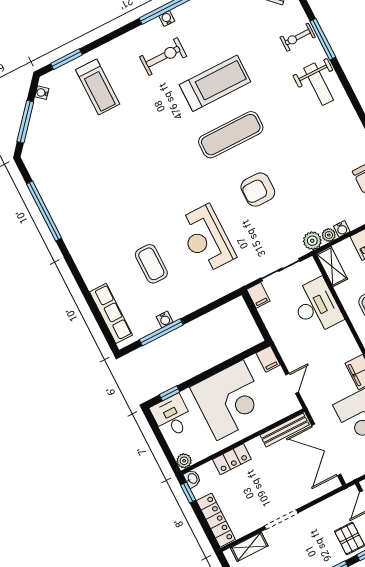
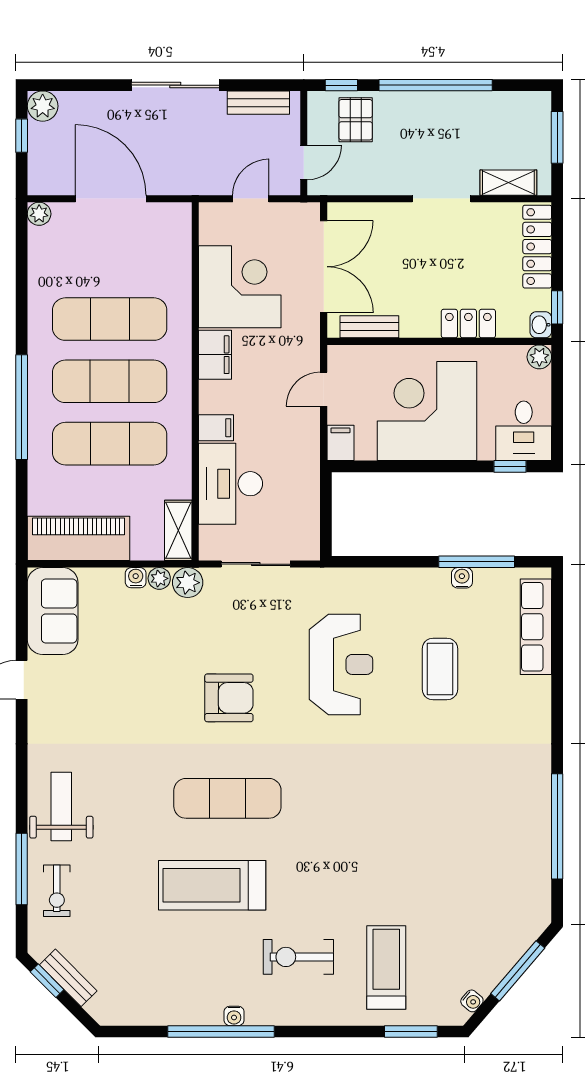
exercise bike: (298, 37) -> (57, 891), turned 90
exercise bike: (163, 57) -> (298, 957), moved
filing cabinet: (258, 295) -> (216, 428), moved, turned 90
bench: (285, 430) -> (369, 327), width x0.73

